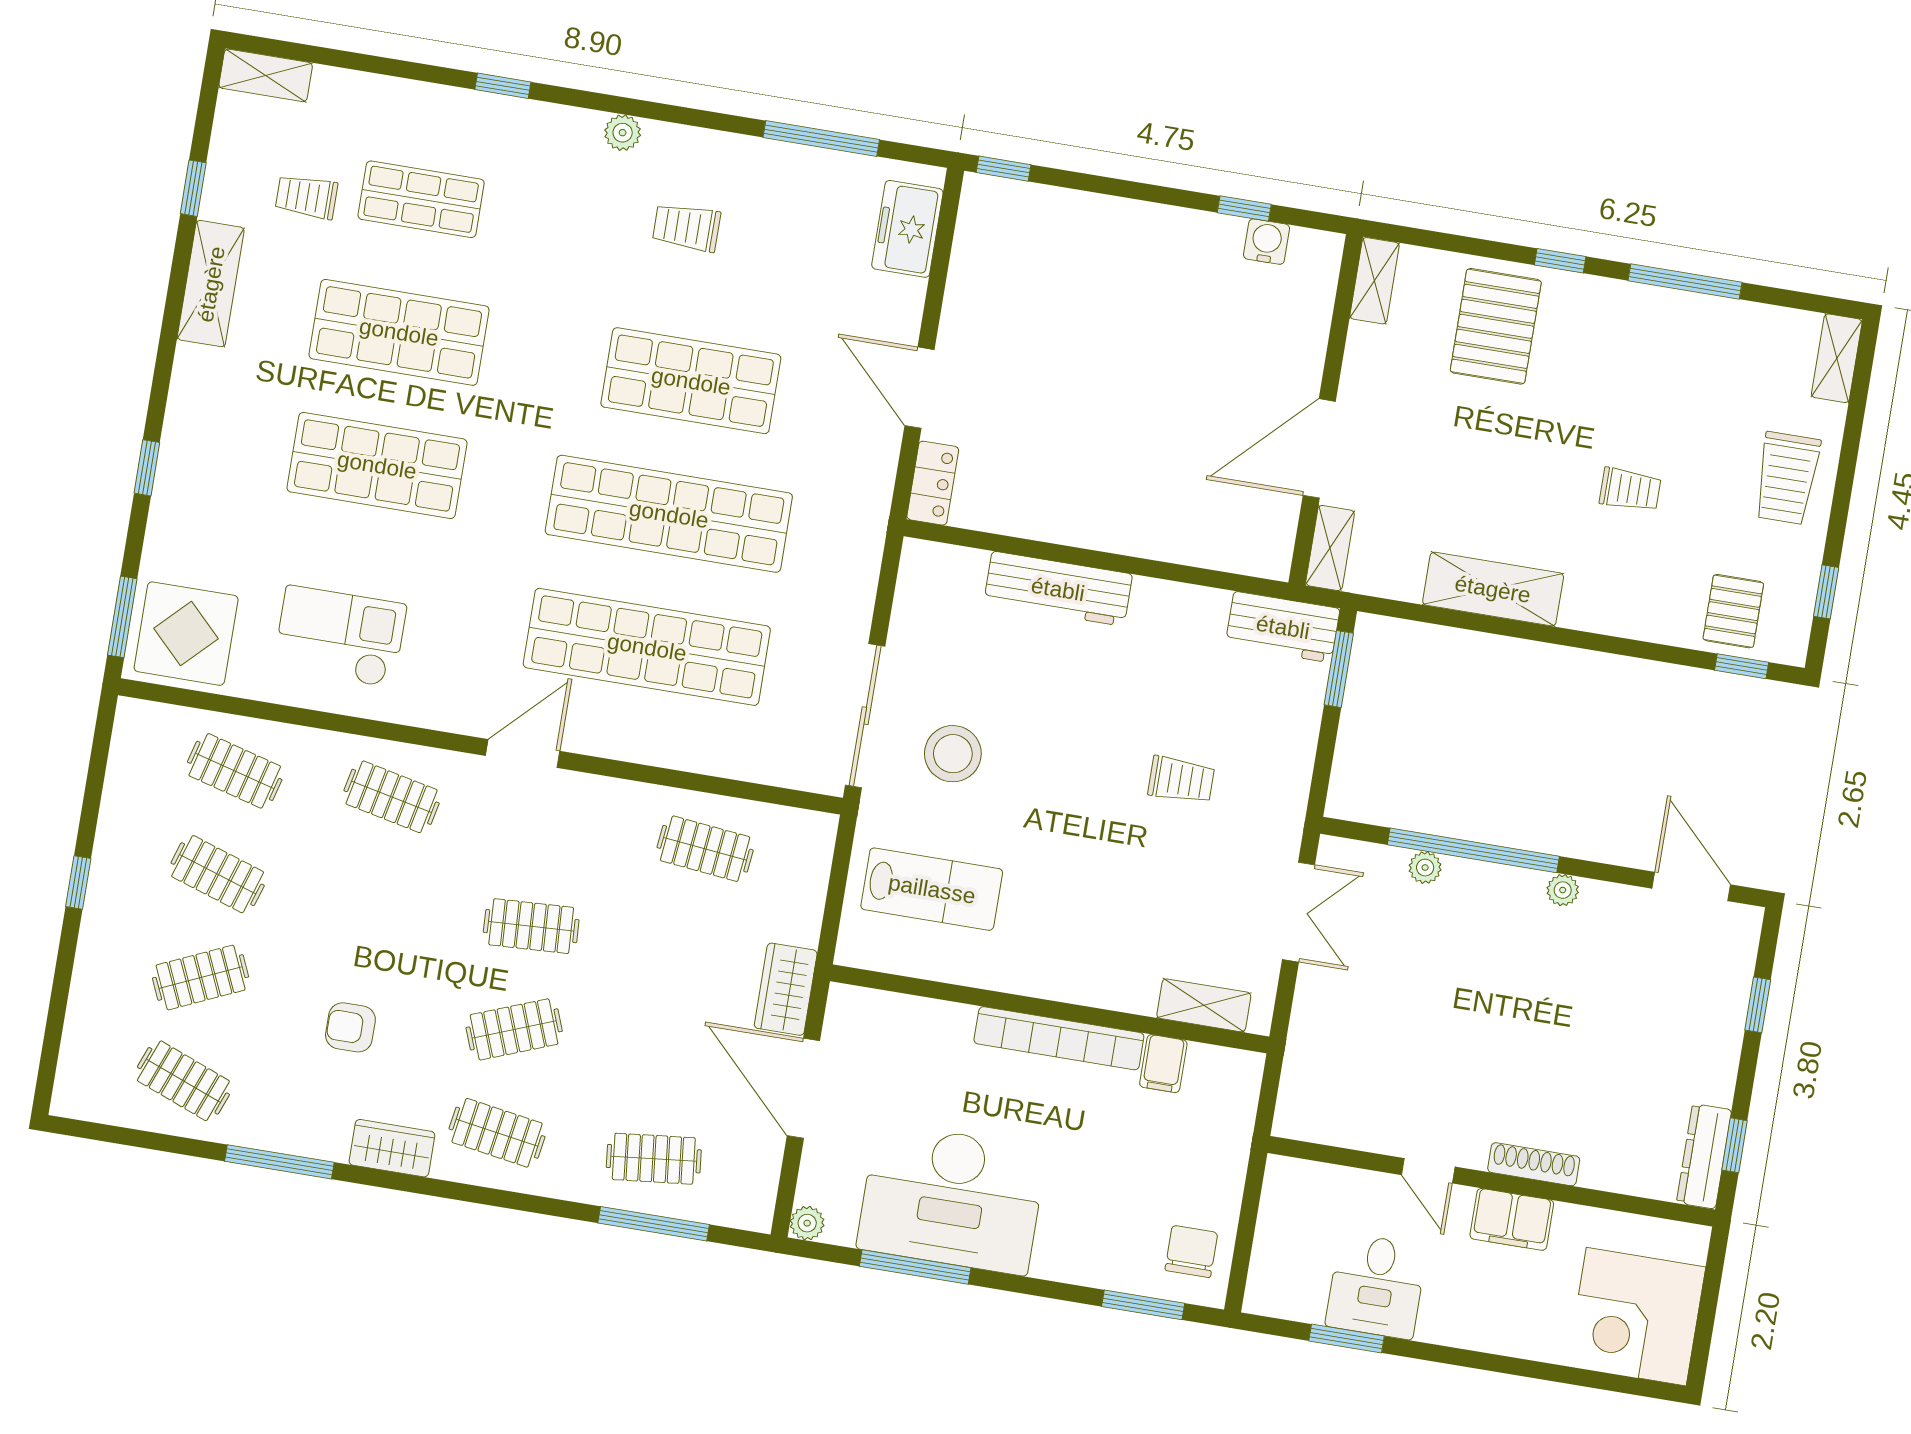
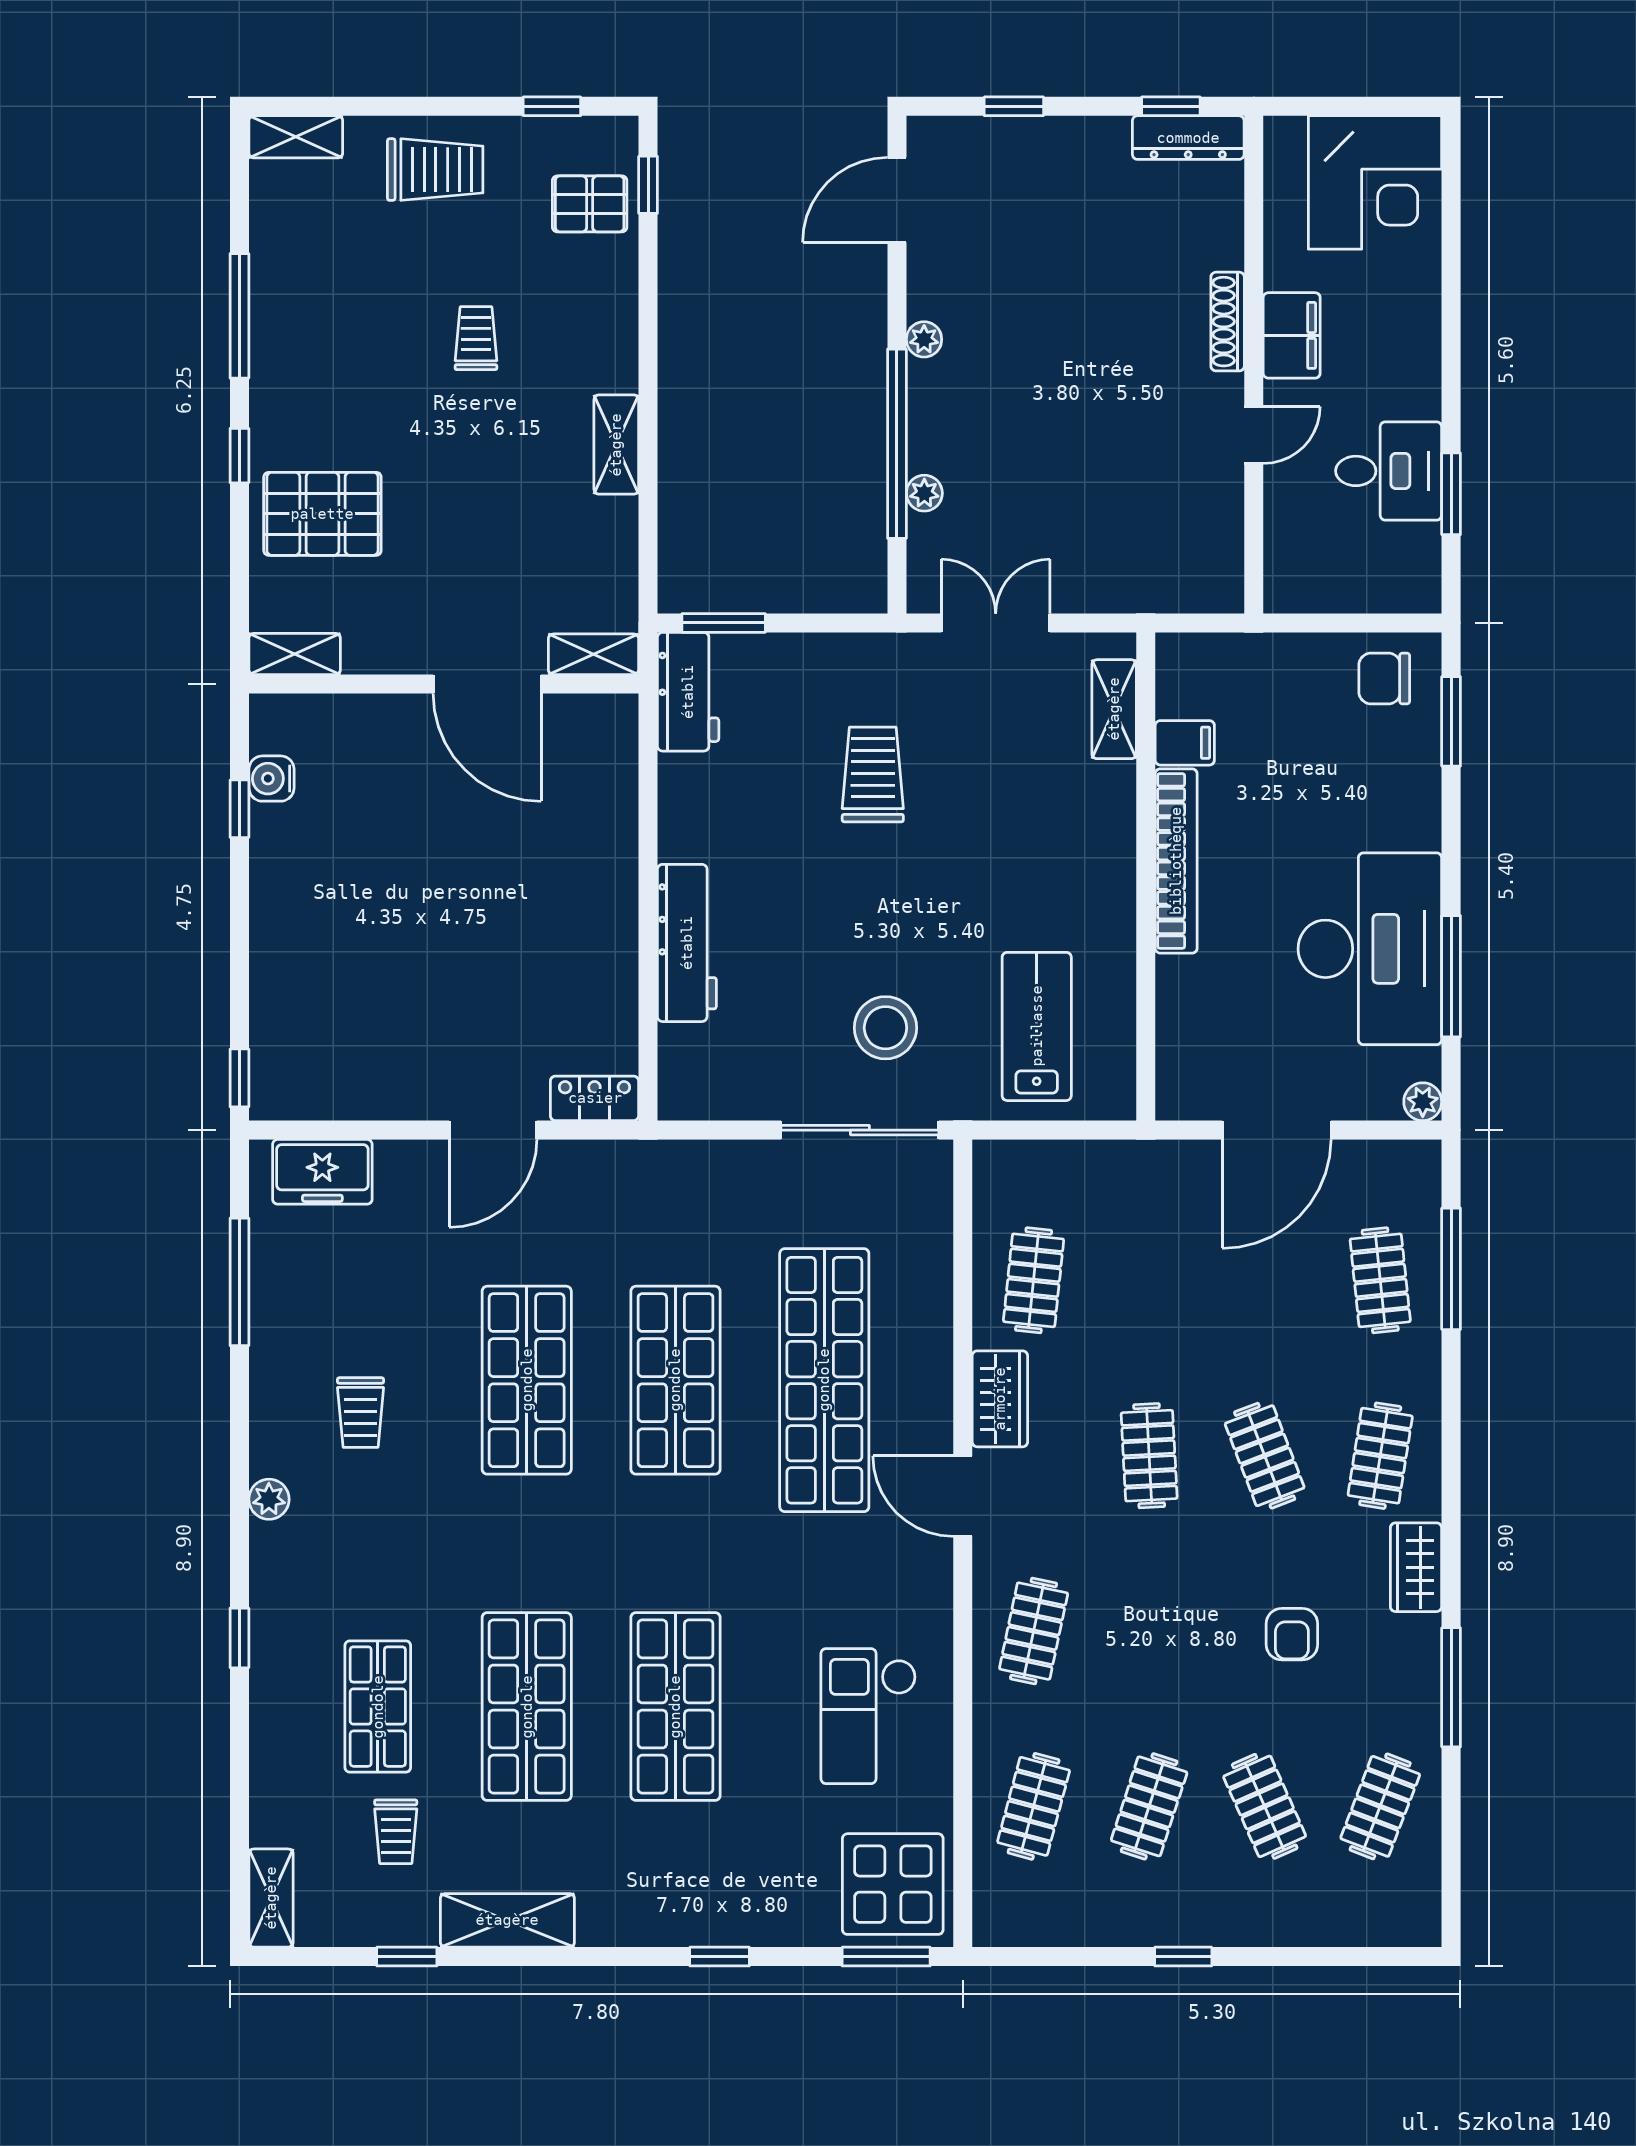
shop shelf: (669, 514) -> (675, 1380), width x0.71
shelving: (1493, 589) -> (616, 445), width x0.67, depth x0.75
trolley: (1181, 780) -> (873, 774), width x1.36, depth x1.39
wardrobe: (786, 989) -> (1000, 1399), moved, turned -90

